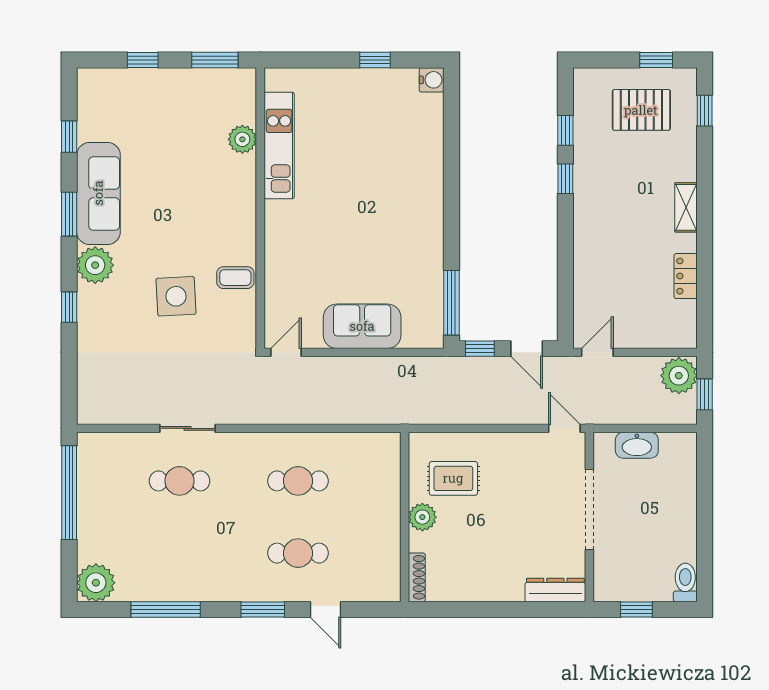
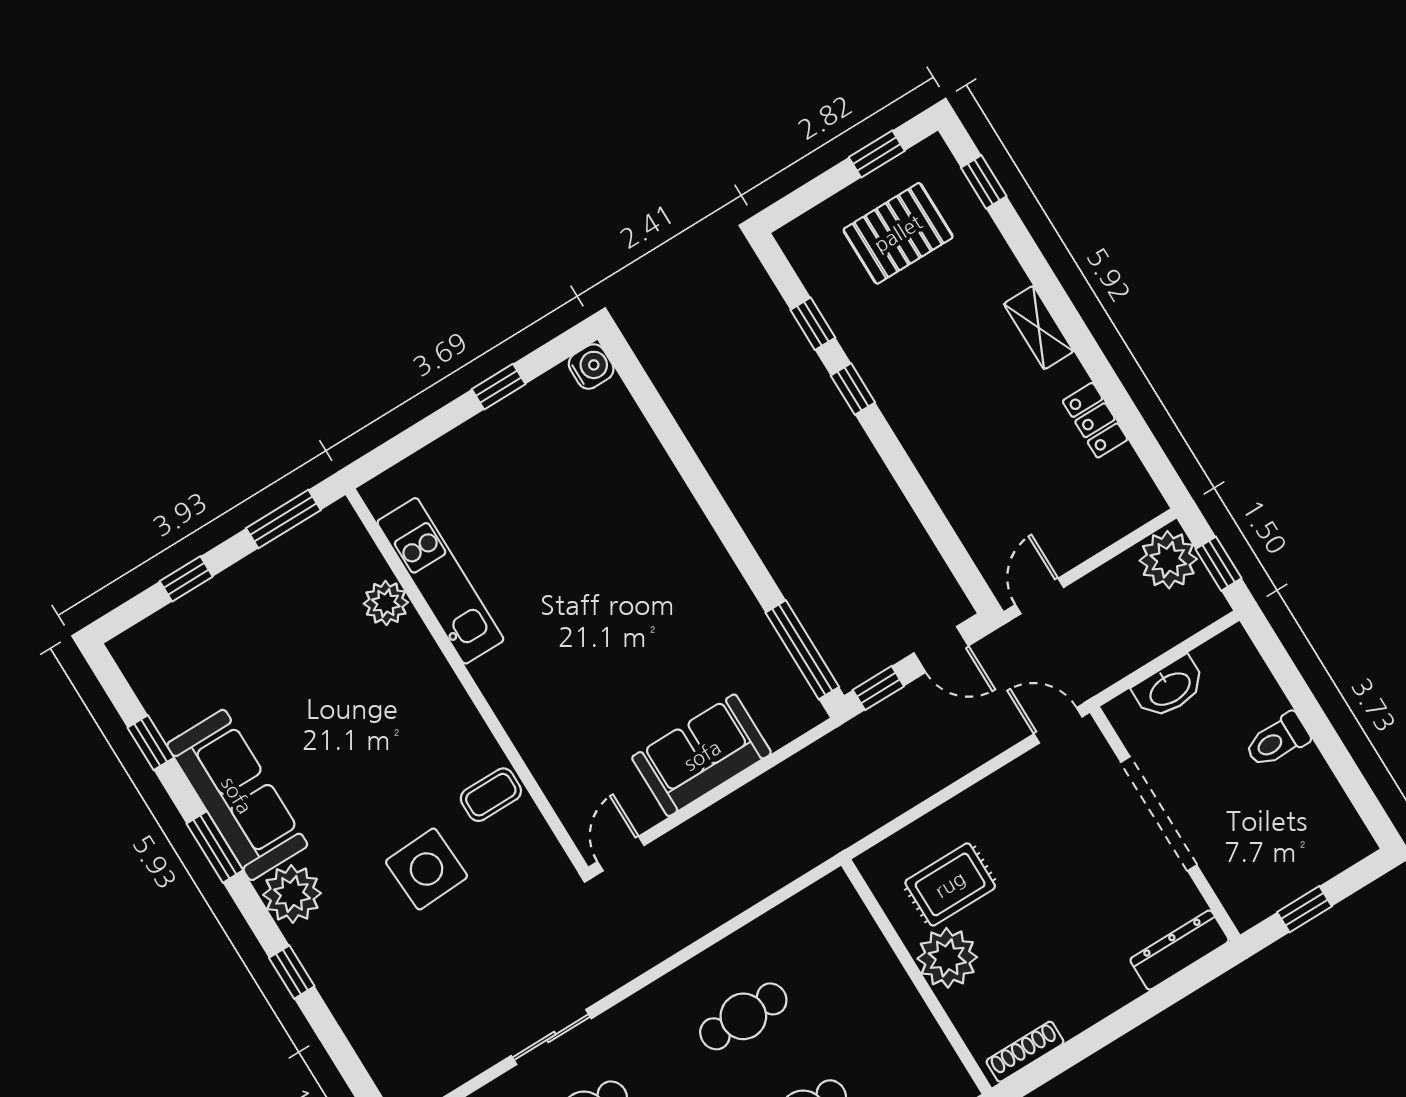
plant: (422, 517) -> (947, 958), width x1.36, depth x1.36
shoe rack: (417, 577) -> (1025, 1052), moved, turned -90
toilet: (685, 582) -> (1277, 740), moved, turned -90

